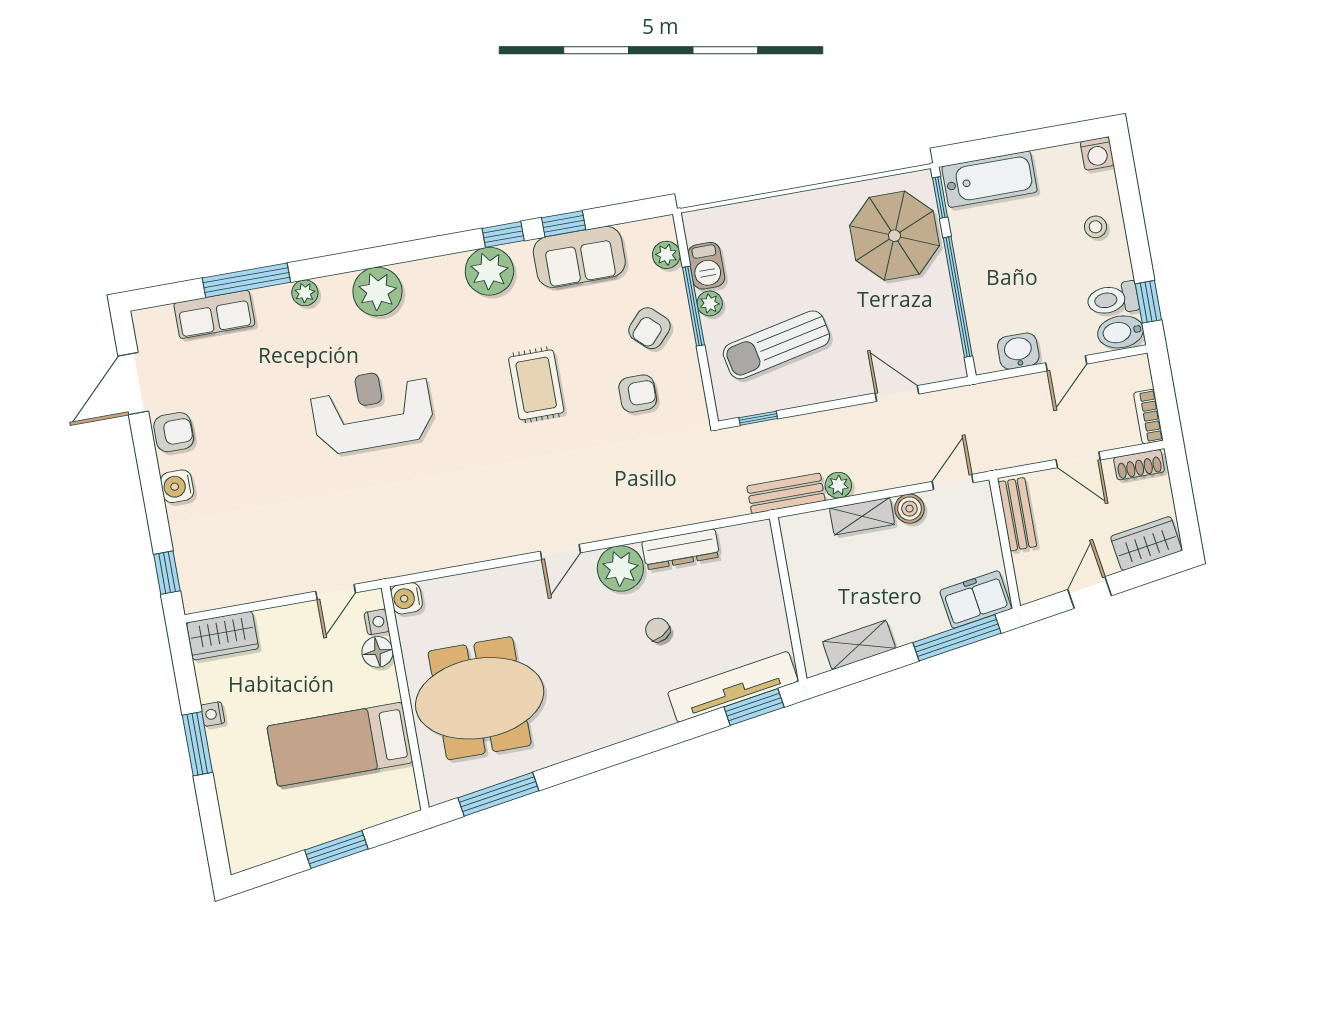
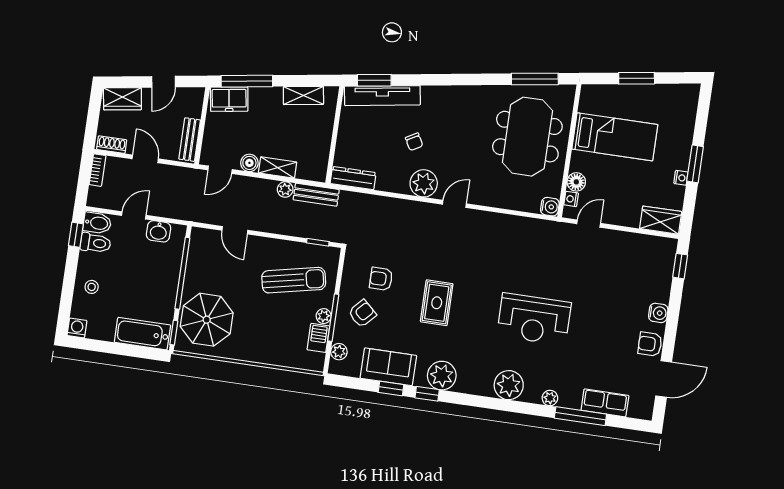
dresser: (681, 549) -> (353, 178), moved
meeting table: (480, 698) -> (527, 137), turned 90

